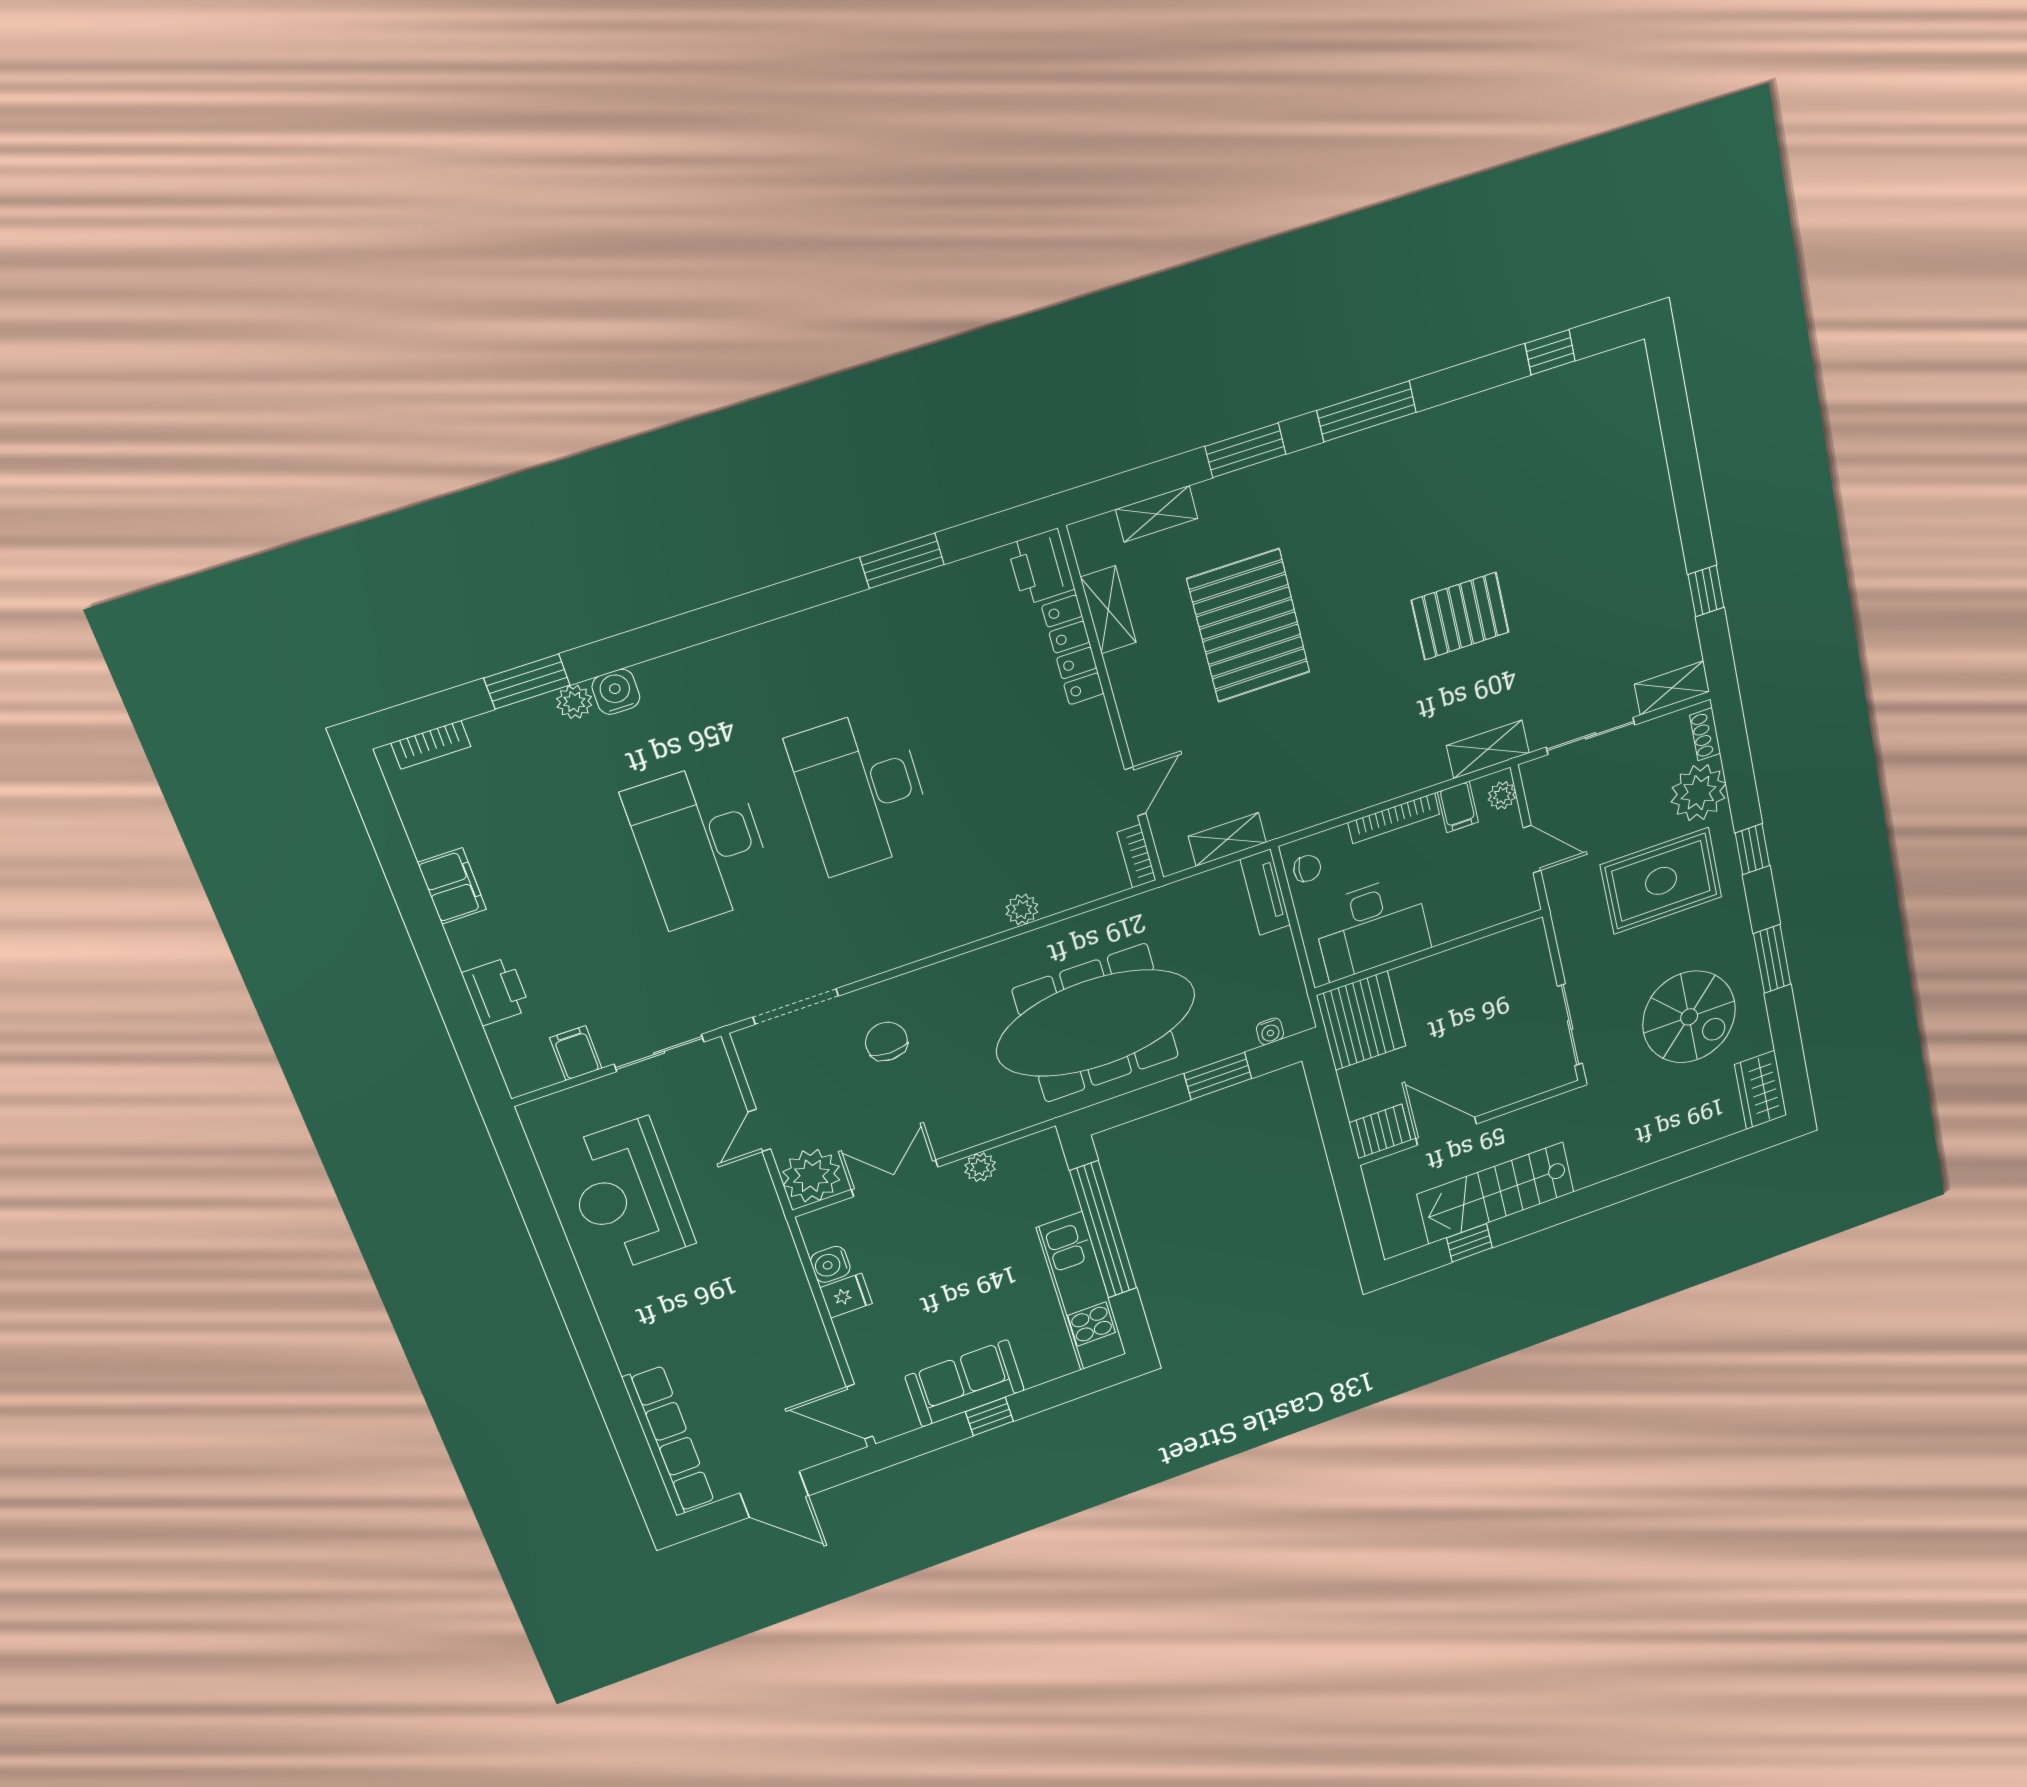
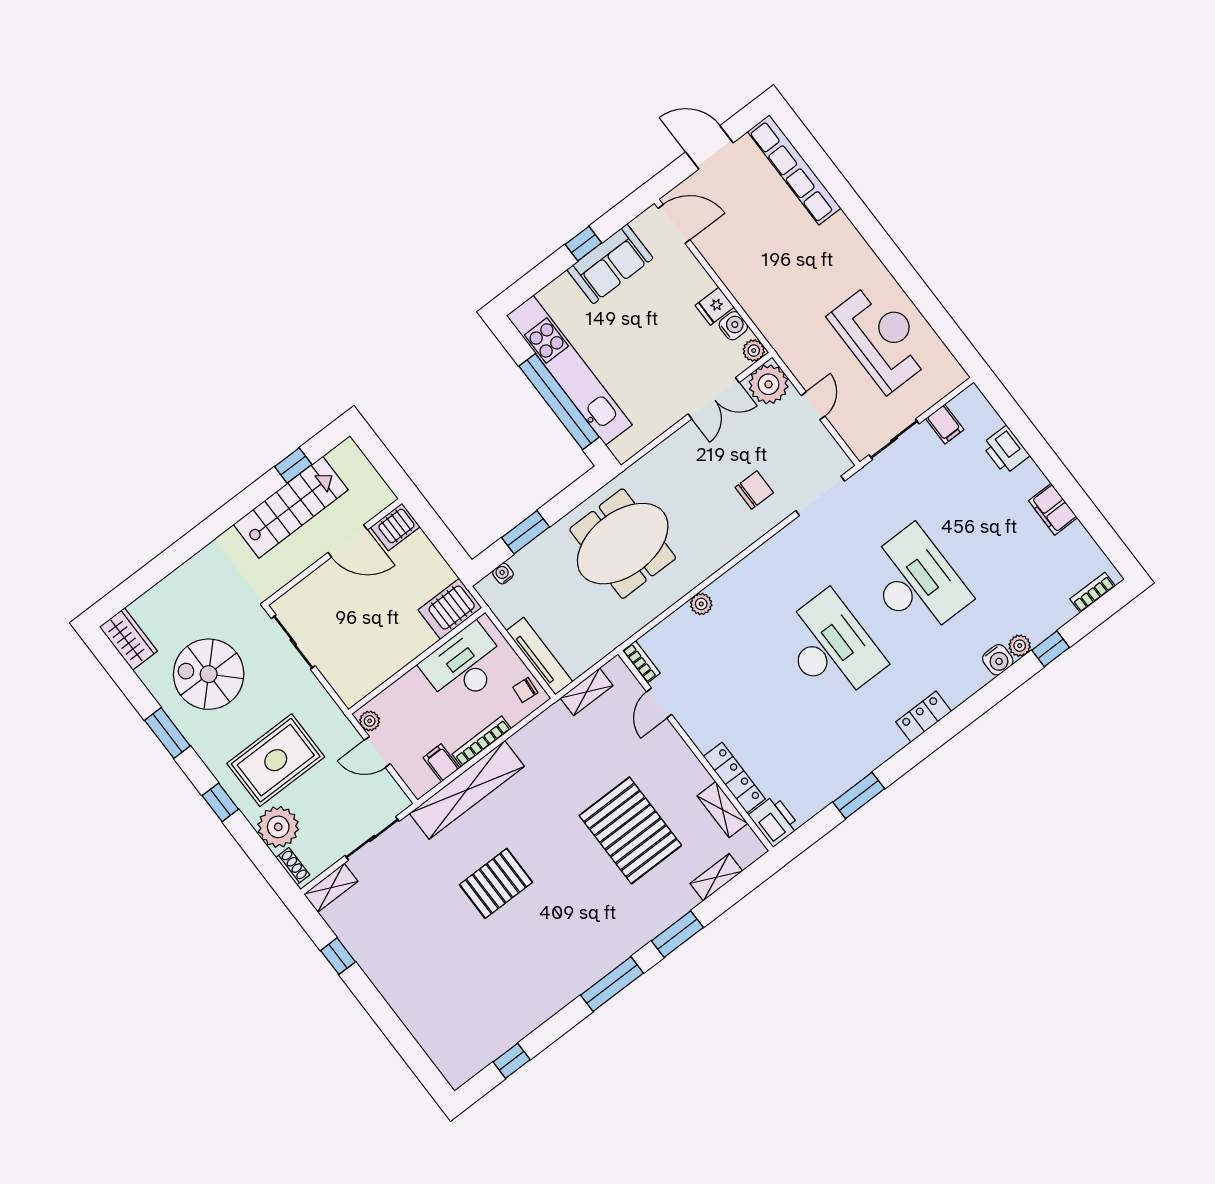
locker: (761, 645) -> (924, 717), added
window: (527, 682) -> (1051, 649), width x0.67
shelving: (1488, 749) -> (467, 790), width x2.20, depth x1.33
plant: (1502, 795) -> (370, 721), moved
tv unit: (1265, 892) -> (539, 656), width x1.41
server rack: (1361, 1021) -> (450, 609), width x0.62
meeting table: (1096, 1023) -> (623, 544), width x0.73
chair: (886, 1041) -> (754, 490), turned -90
plant: (980, 1167) -> (754, 350), moved
kitchen unit: (1081, 1291) -> (569, 370), width x1.36

